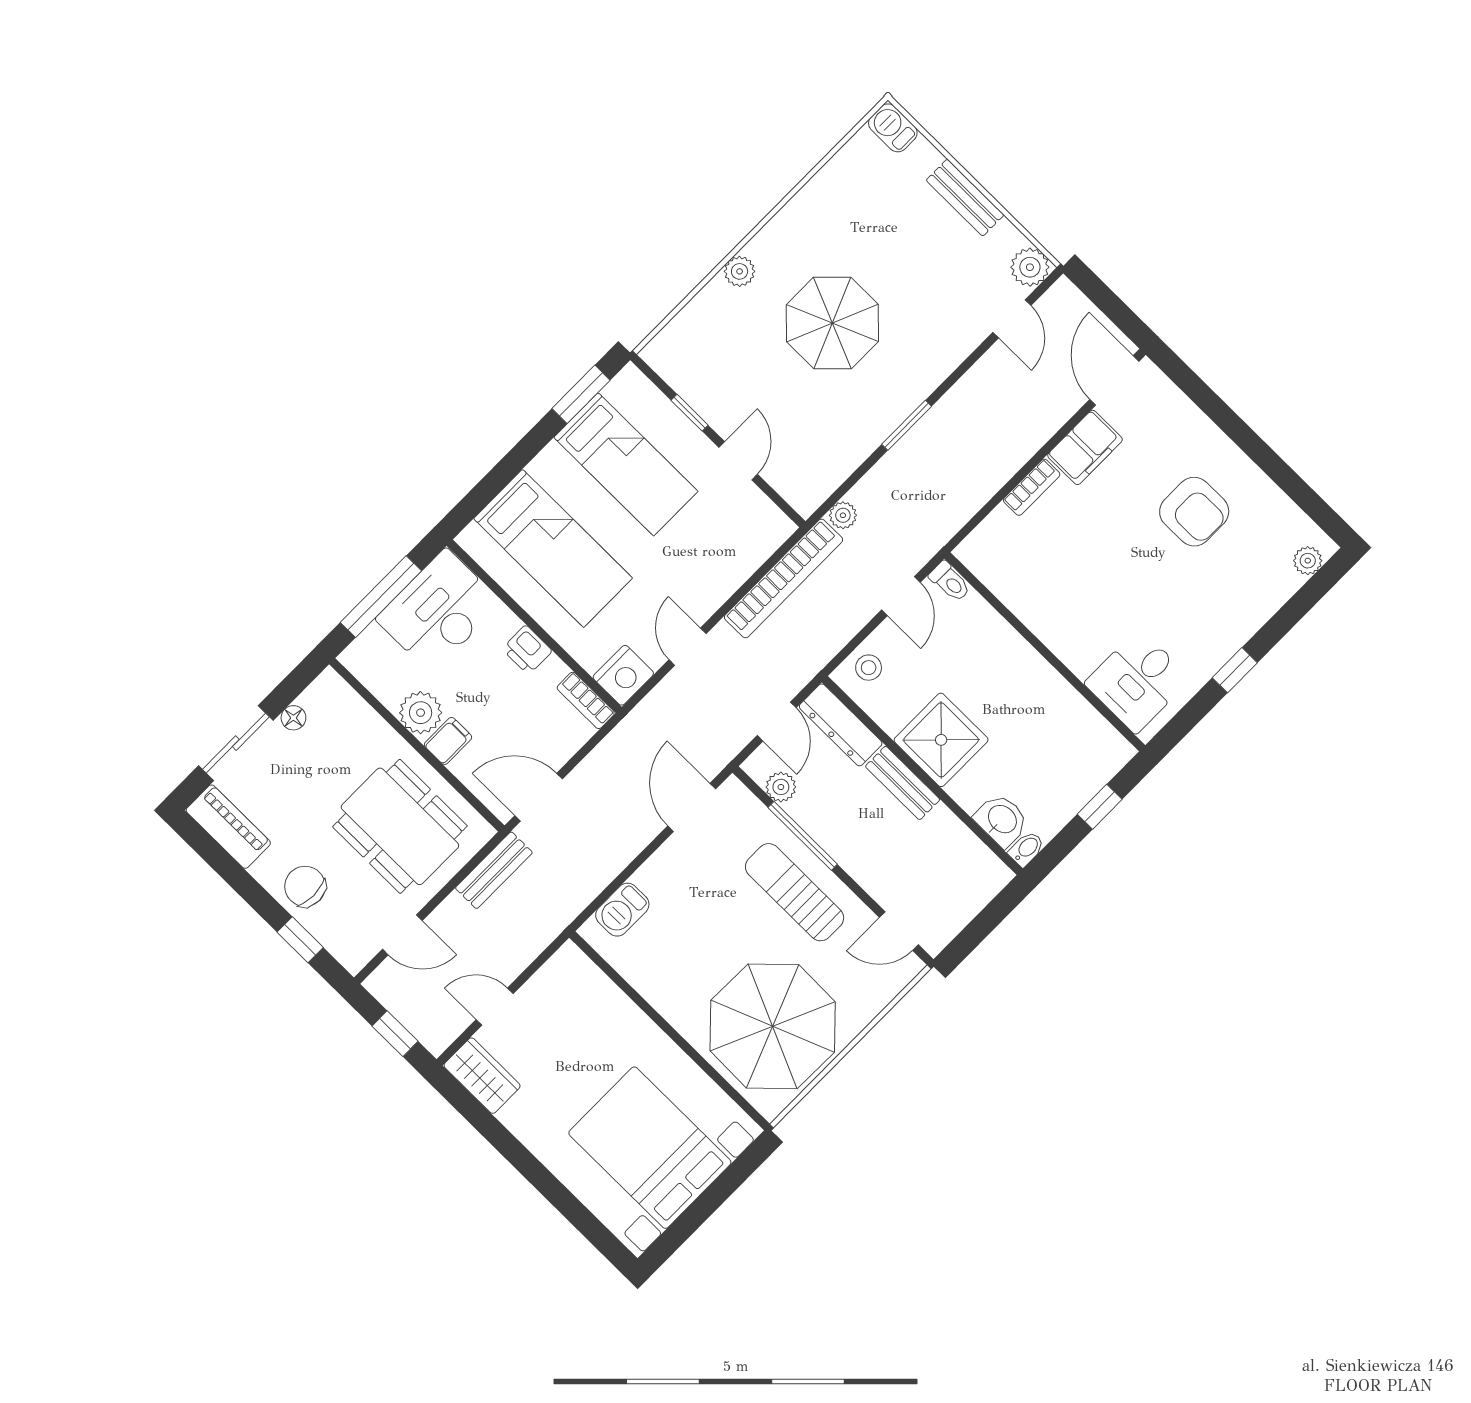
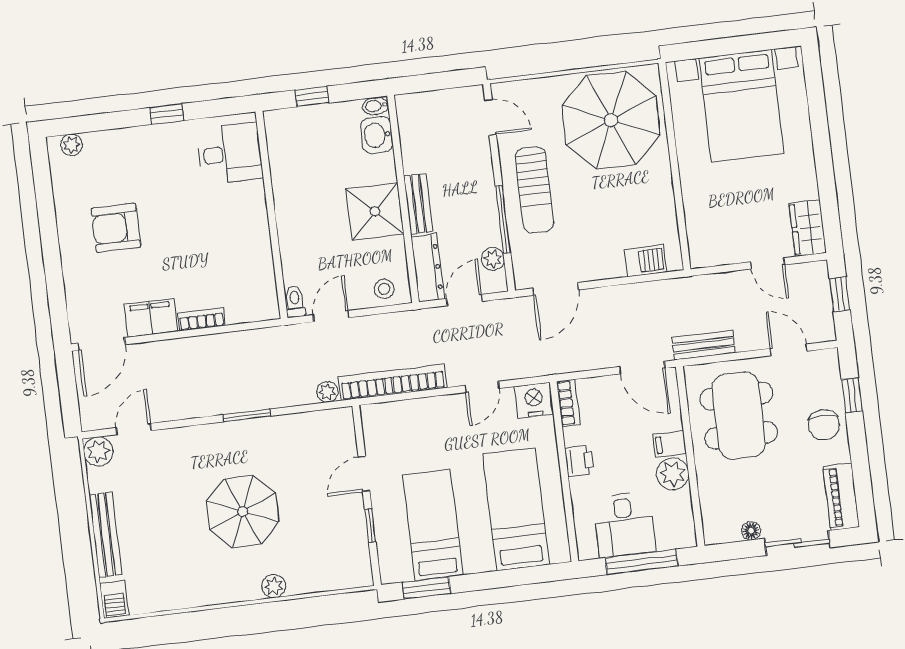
bench: (965, 198) -> (105, 535), width x1.36
armchair: (1194, 512) -> (116, 228), turned -90
desk: (439, 611) -> (624, 525), width x0.73

